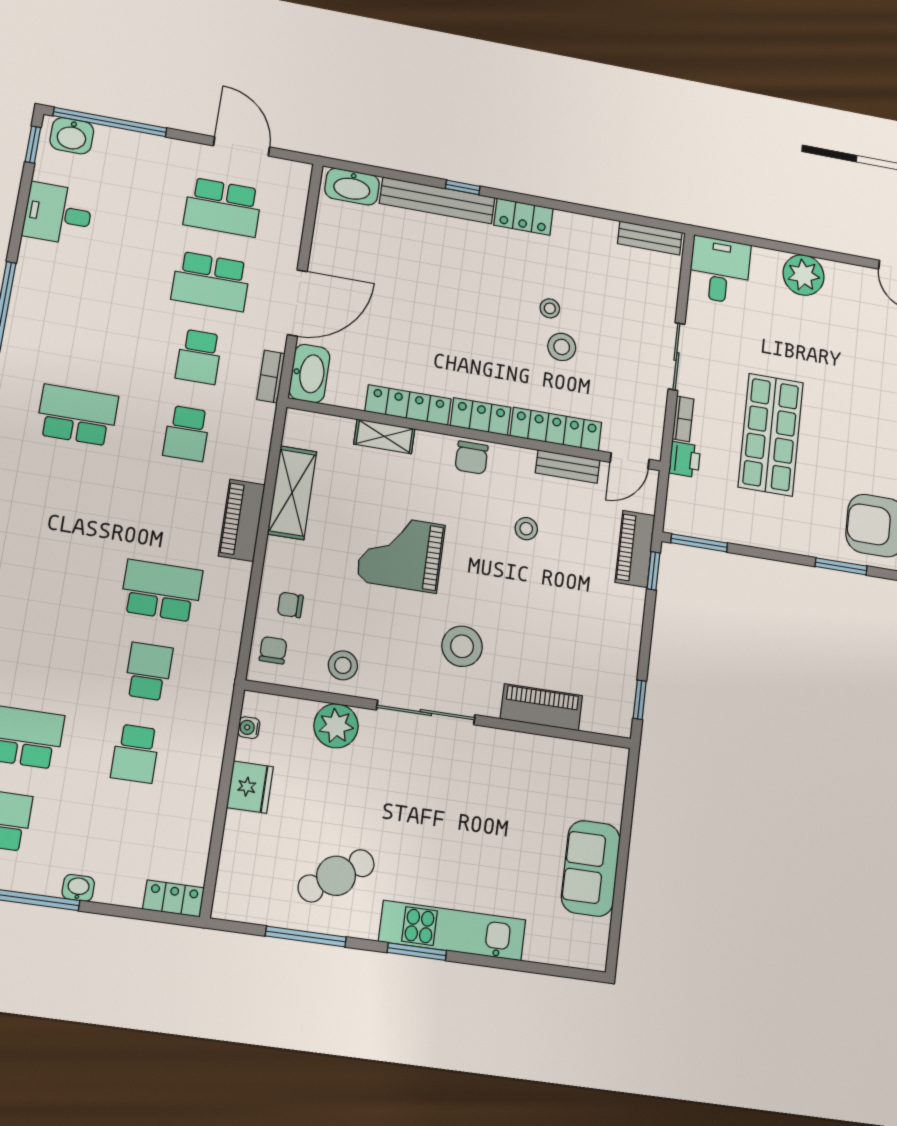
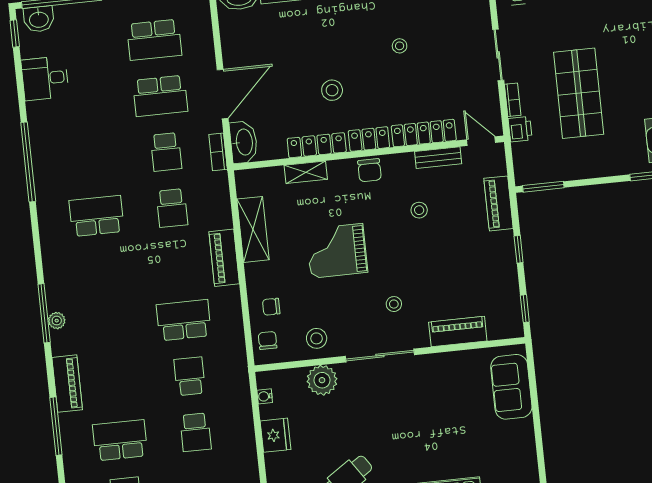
stool: (562, 347) -> (332, 90), moved
door: (630, 461) -> (481, 141), swing flipped
window: (653, 571) -> (519, 249), moved
stool: (462, 646) -> (394, 304), width x0.53, depth x0.53
sofa: (591, 868) -> (511, 387), moved

